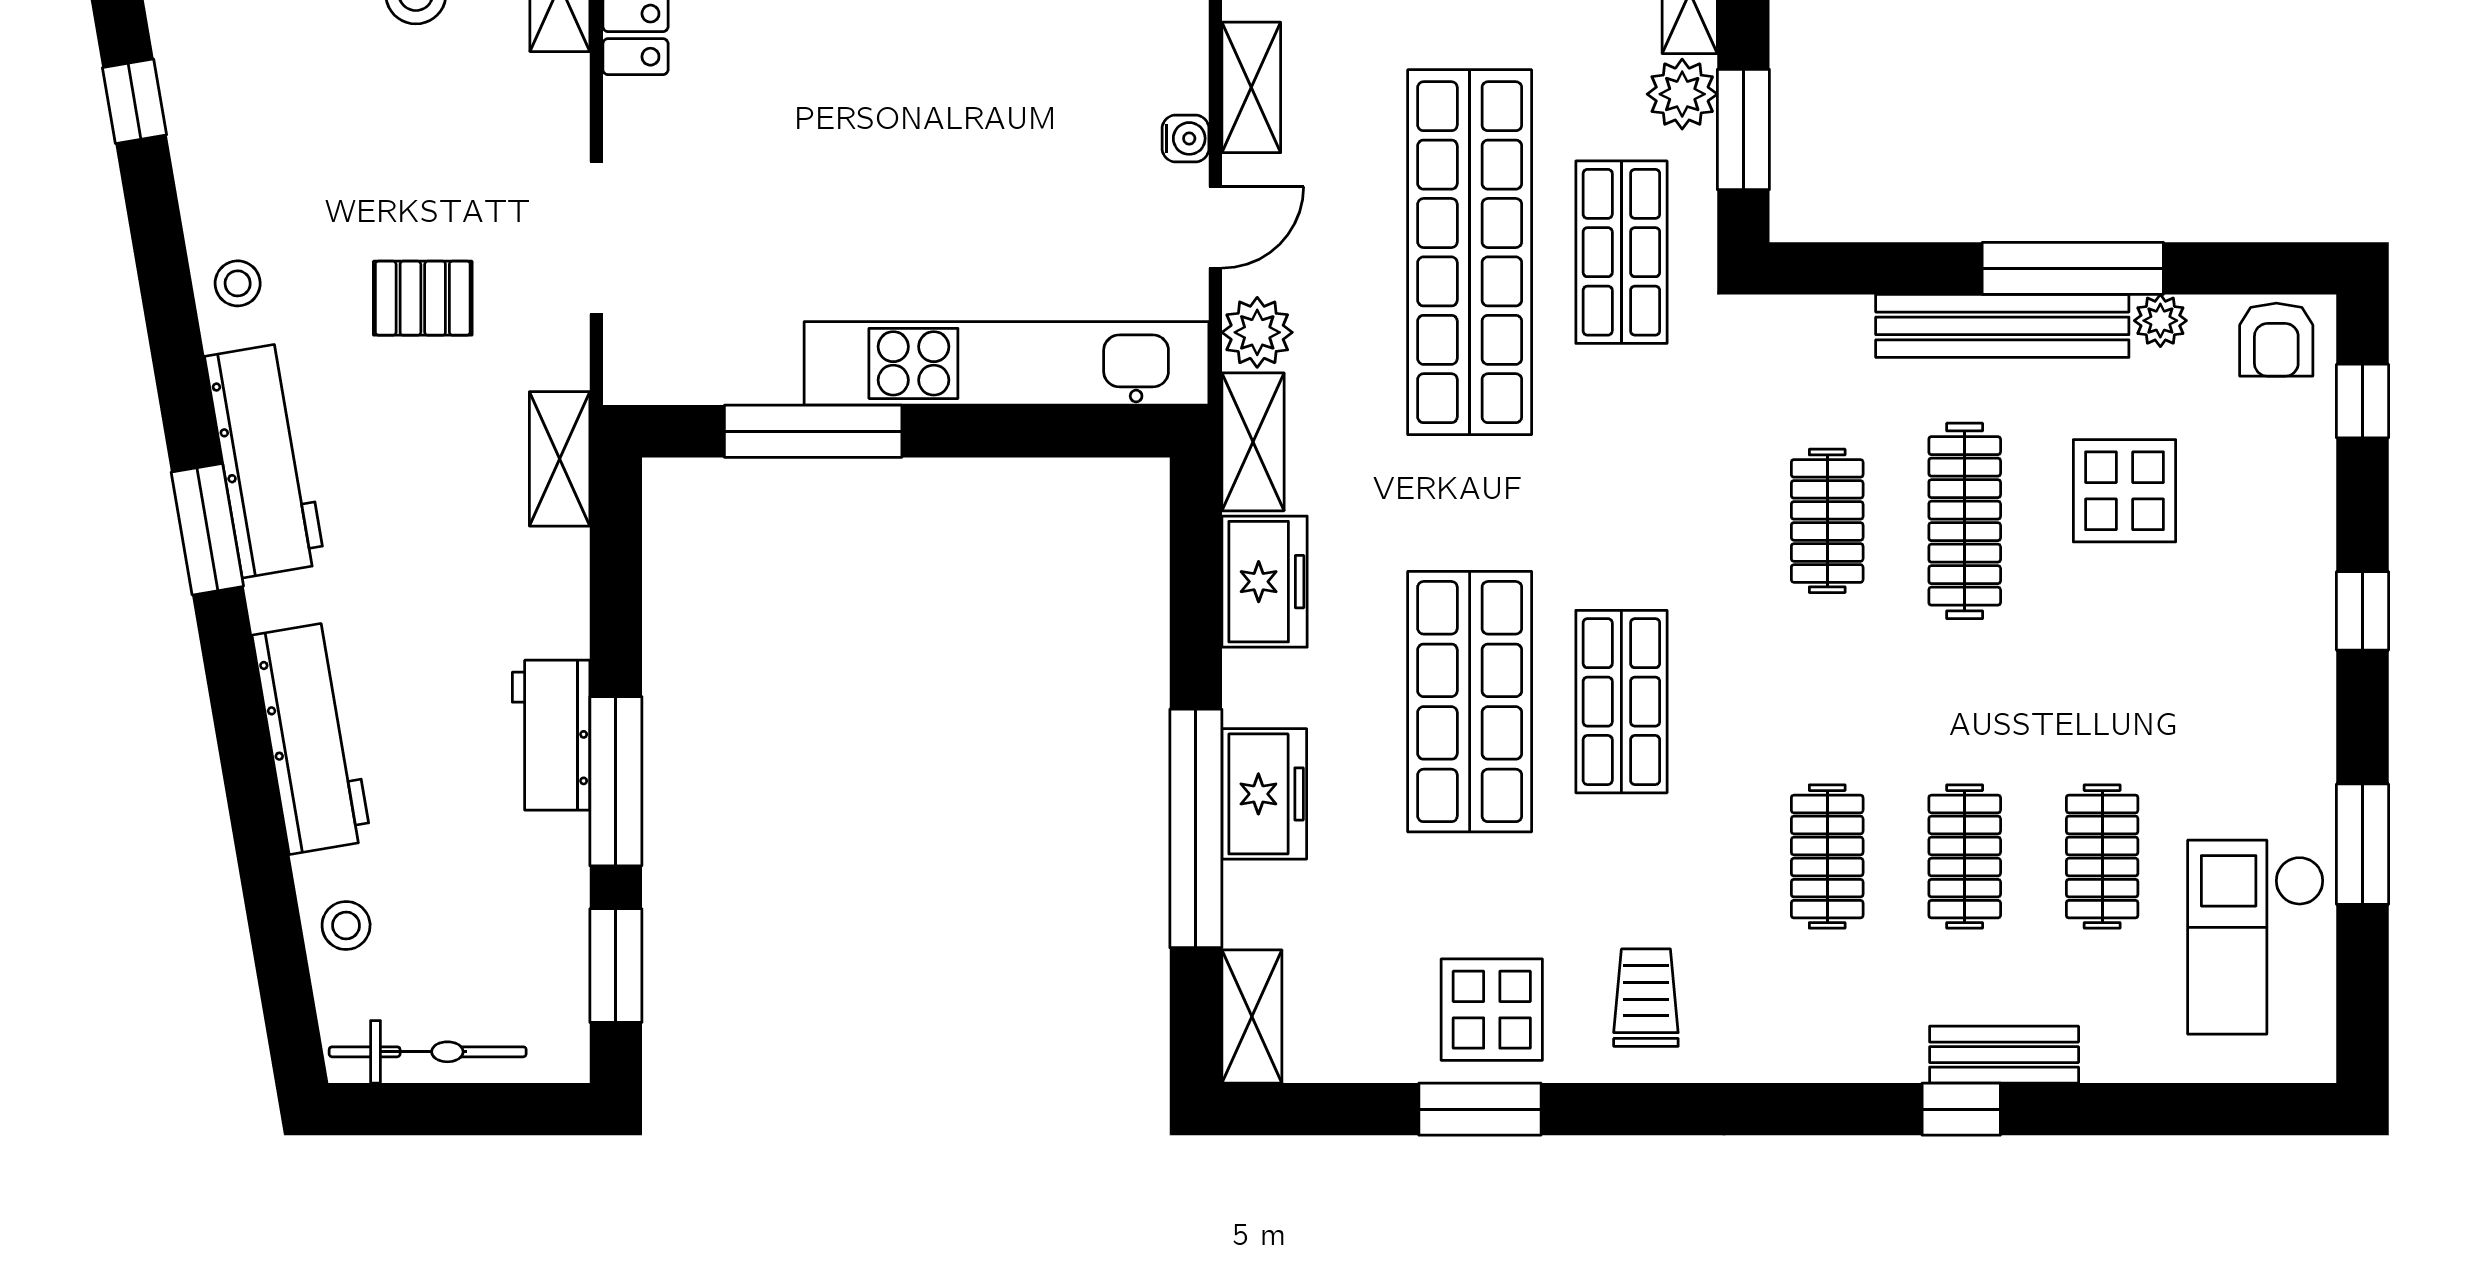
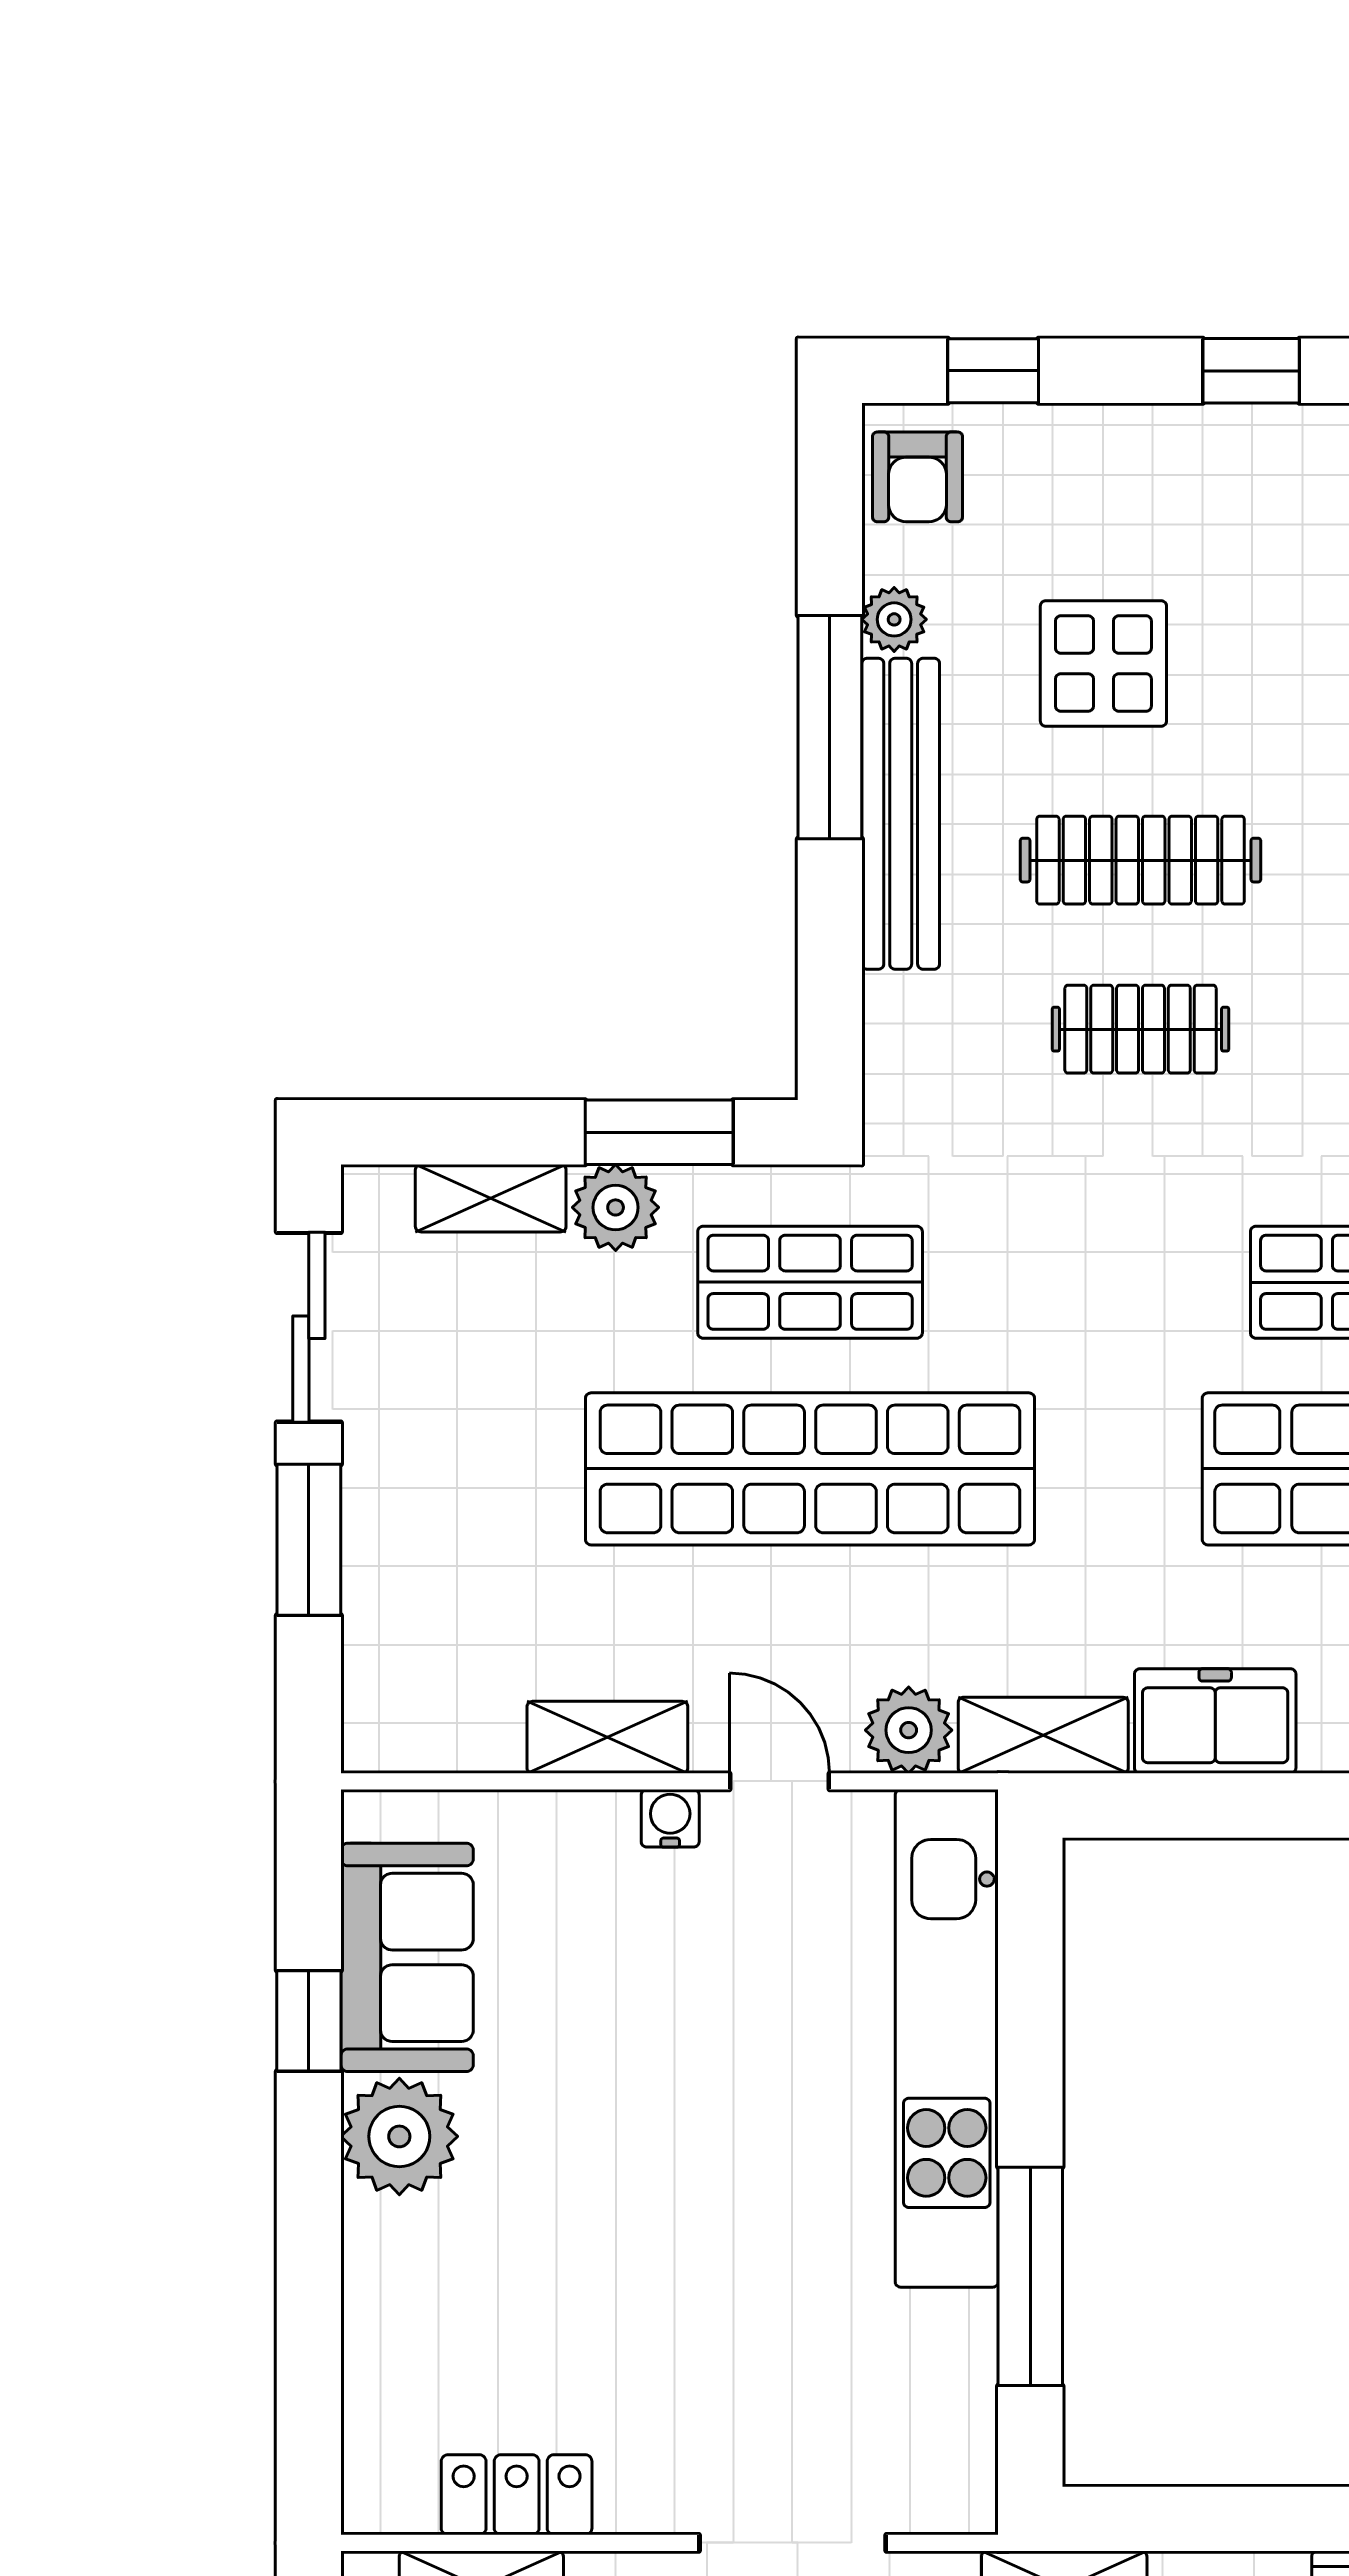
armchair: (2276, 340) -> (917, 477), turned 90

